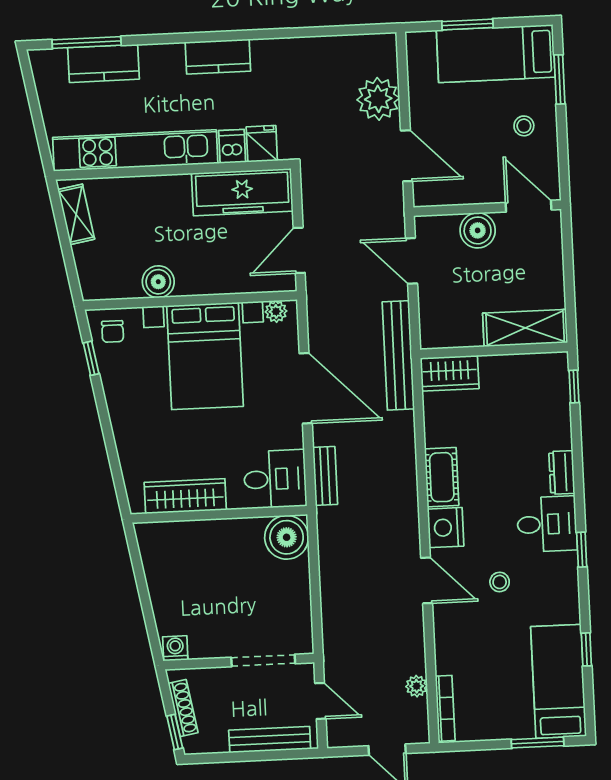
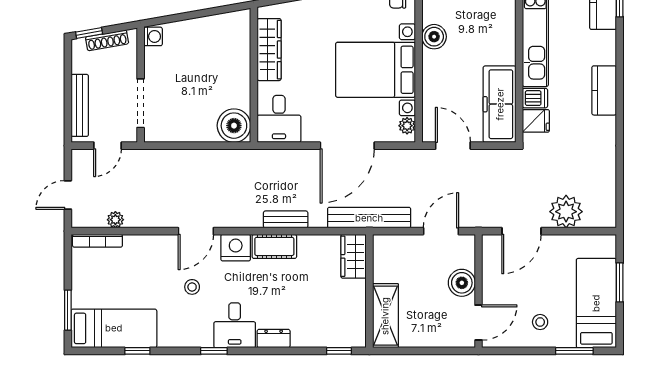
bench: (325, 476) -> (286, 219), moved

